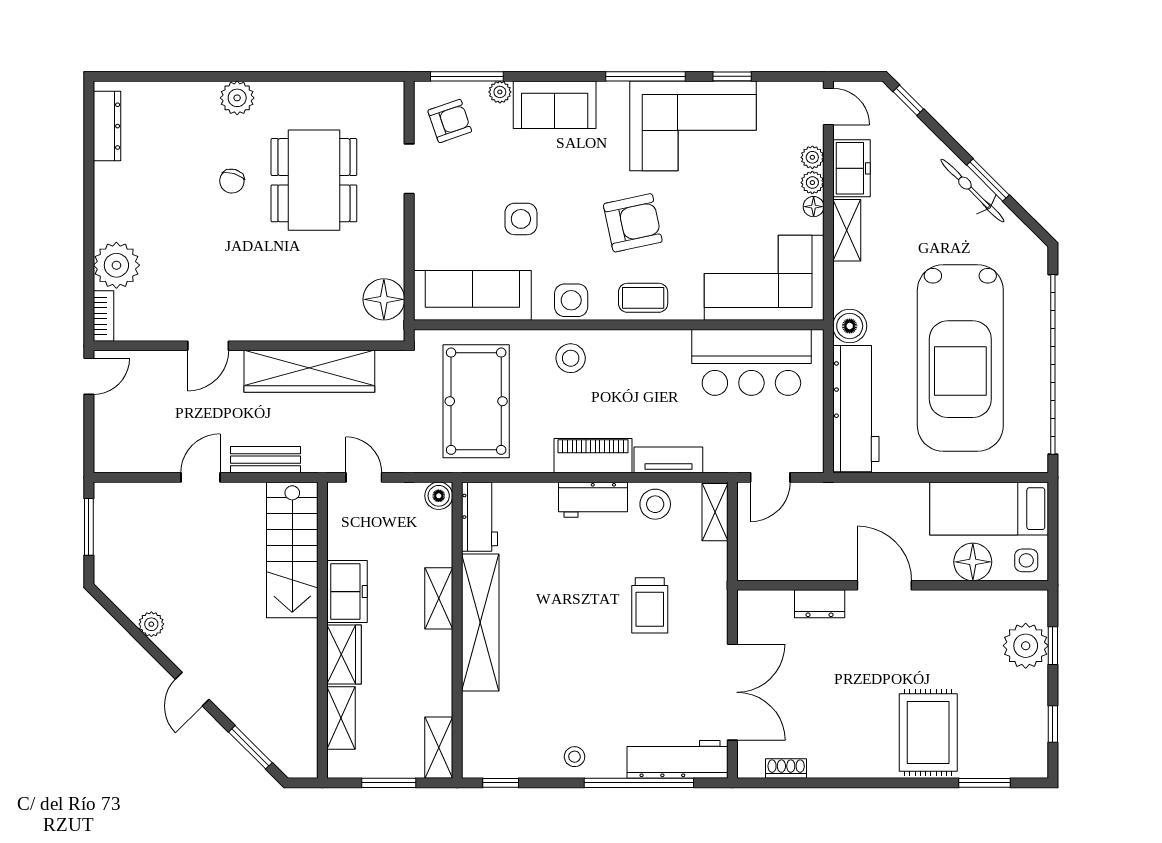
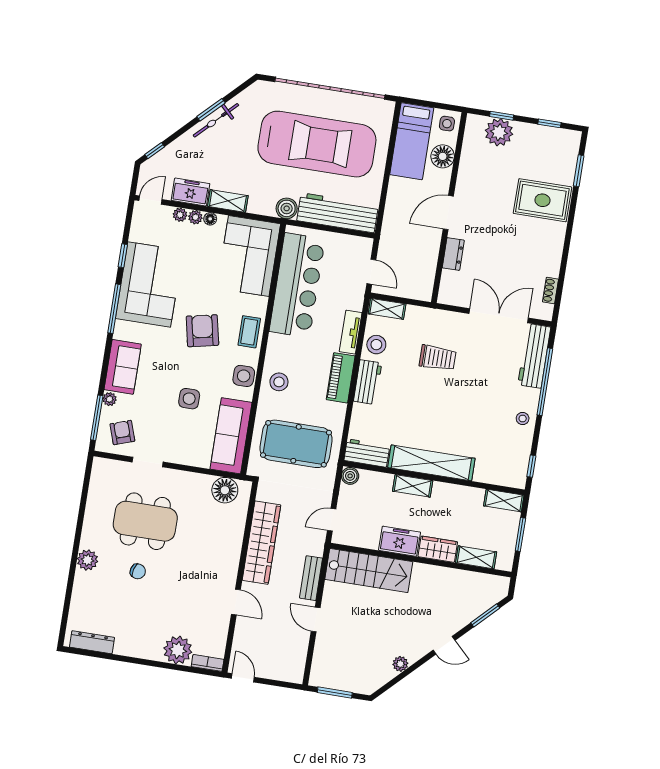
bar counter: (751, 362) -> (297, 285), width x1.36

